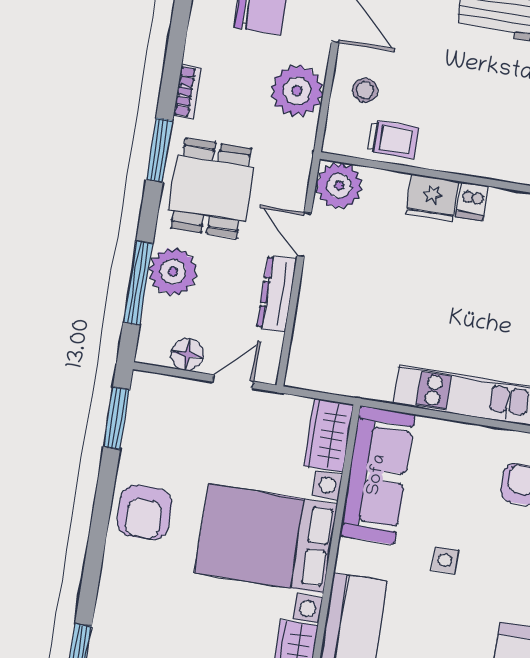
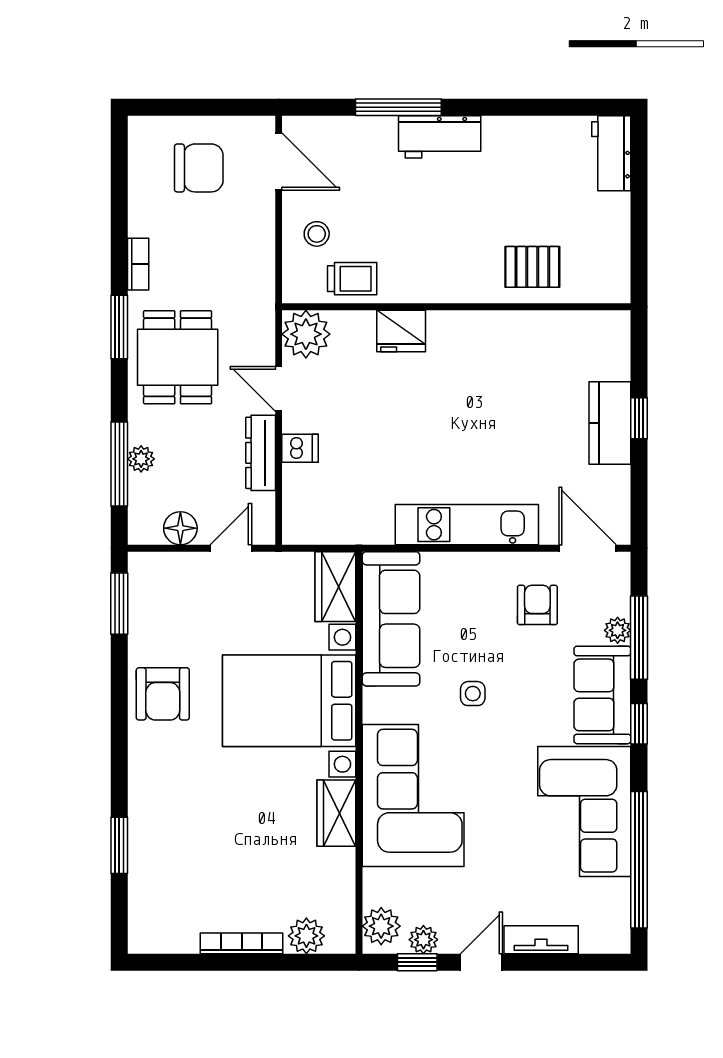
plant: (297, 91) -> (248, 245), removed
dishwasher: (472, 201) -> (300, 448), moved, turned -90
plant: (173, 272) -> (141, 459), width x0.53, depth x0.53

